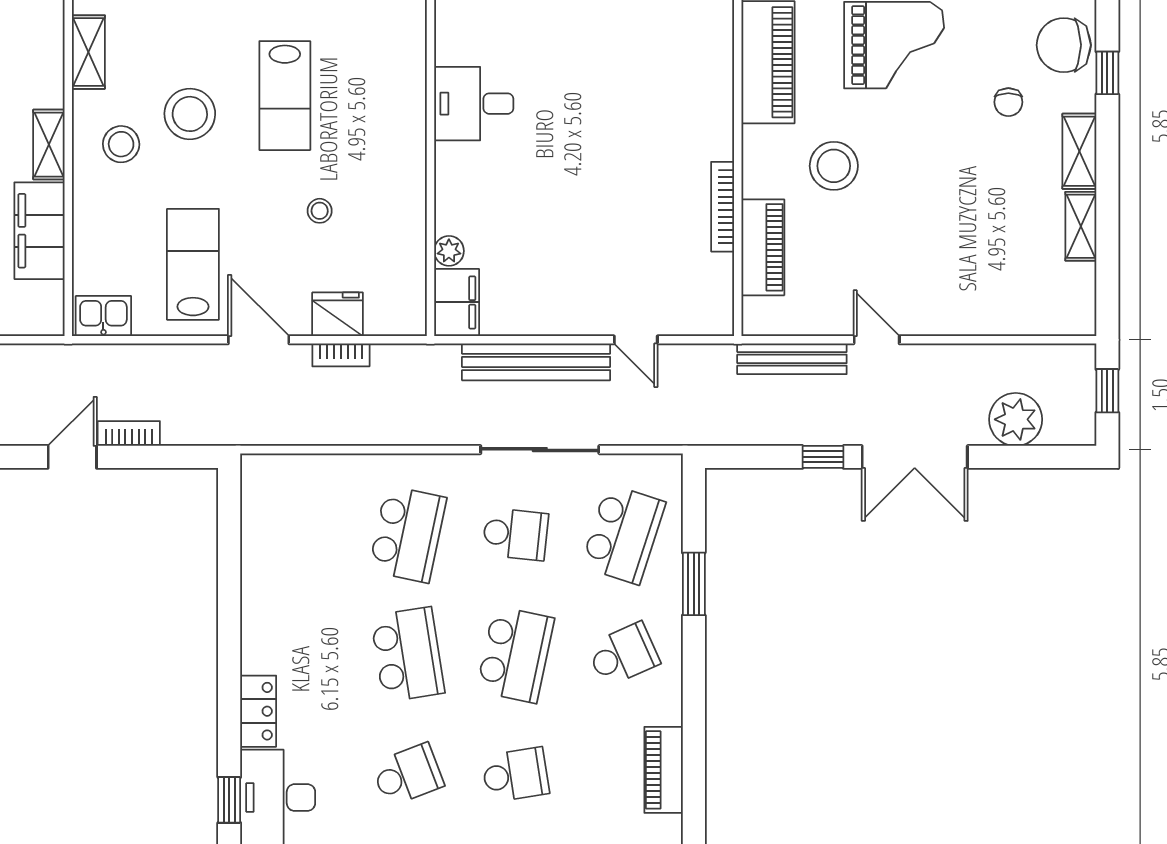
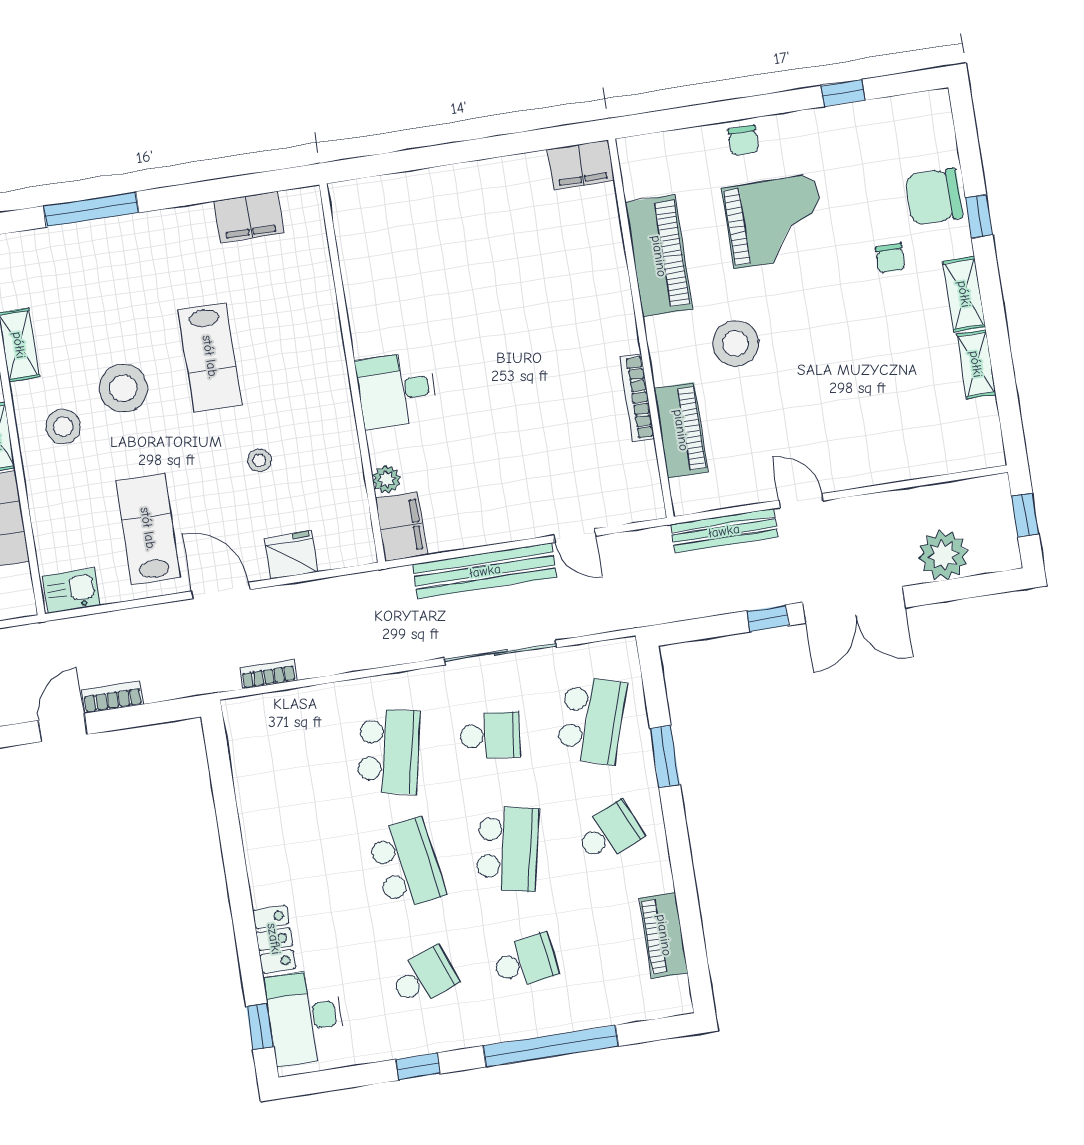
desk: (474, 104) -> (397, 390), moved
bookcase: (341, 355) -> (268, 674), moved, turned 180

